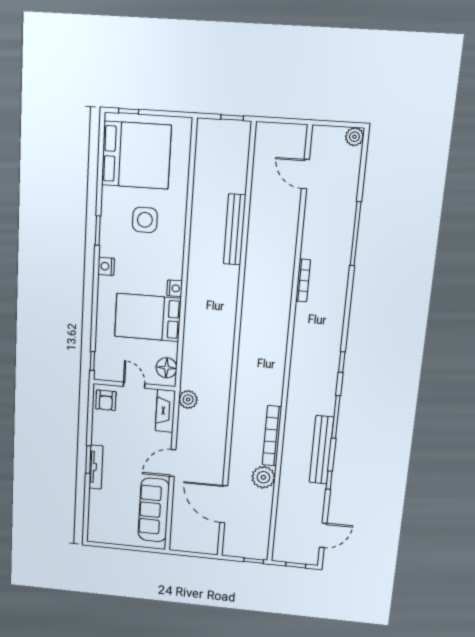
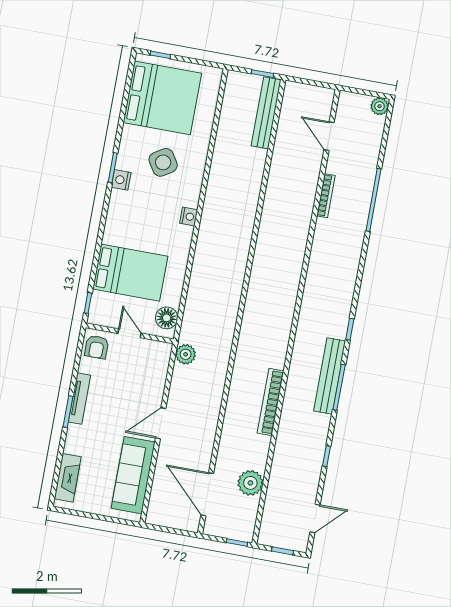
side table: (145, 220) -> (163, 162), turned -32
bench: (235, 230) -> (266, 113), moved
nightstand: (106, 266) -> (121, 180), moved
bookcase: (303, 280) -> (326, 196), moved
nightstand: (175, 288) -> (189, 216), moved
bed: (148, 317) -> (130, 273), moved, turned 180
fireplace: (165, 411) -> (68, 478), moved, turned 180
bench: (321, 450) -> (330, 376), moved
tv unit: (96, 467) -> (79, 399), moved
plant: (263, 477) -> (250, 483), moved
door: (224, 504) -> (207, 494), moved

